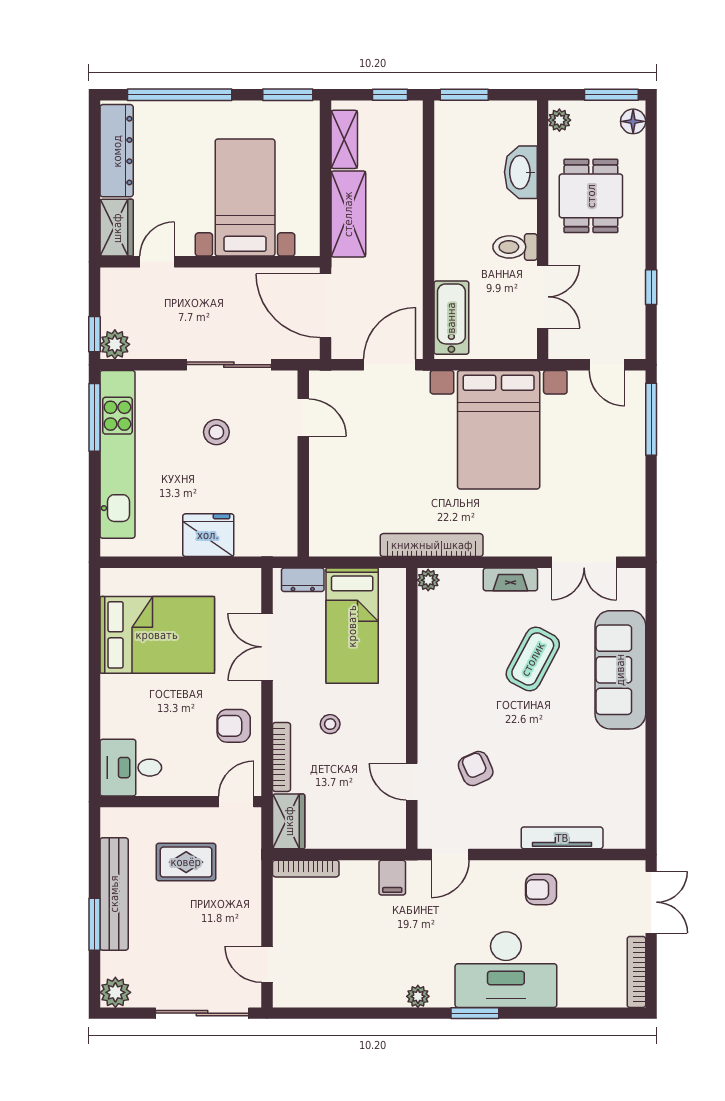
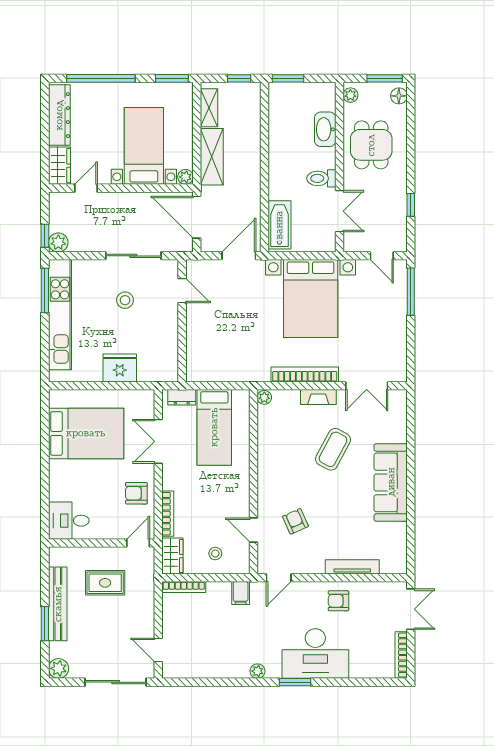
plant: (308, 245) -> (185, 177), added
bookcase: (432, 545) -> (305, 374), moved
sofa: (620, 670) -> (391, 482), moved
stool: (330, 724) -> (215, 554), moved

